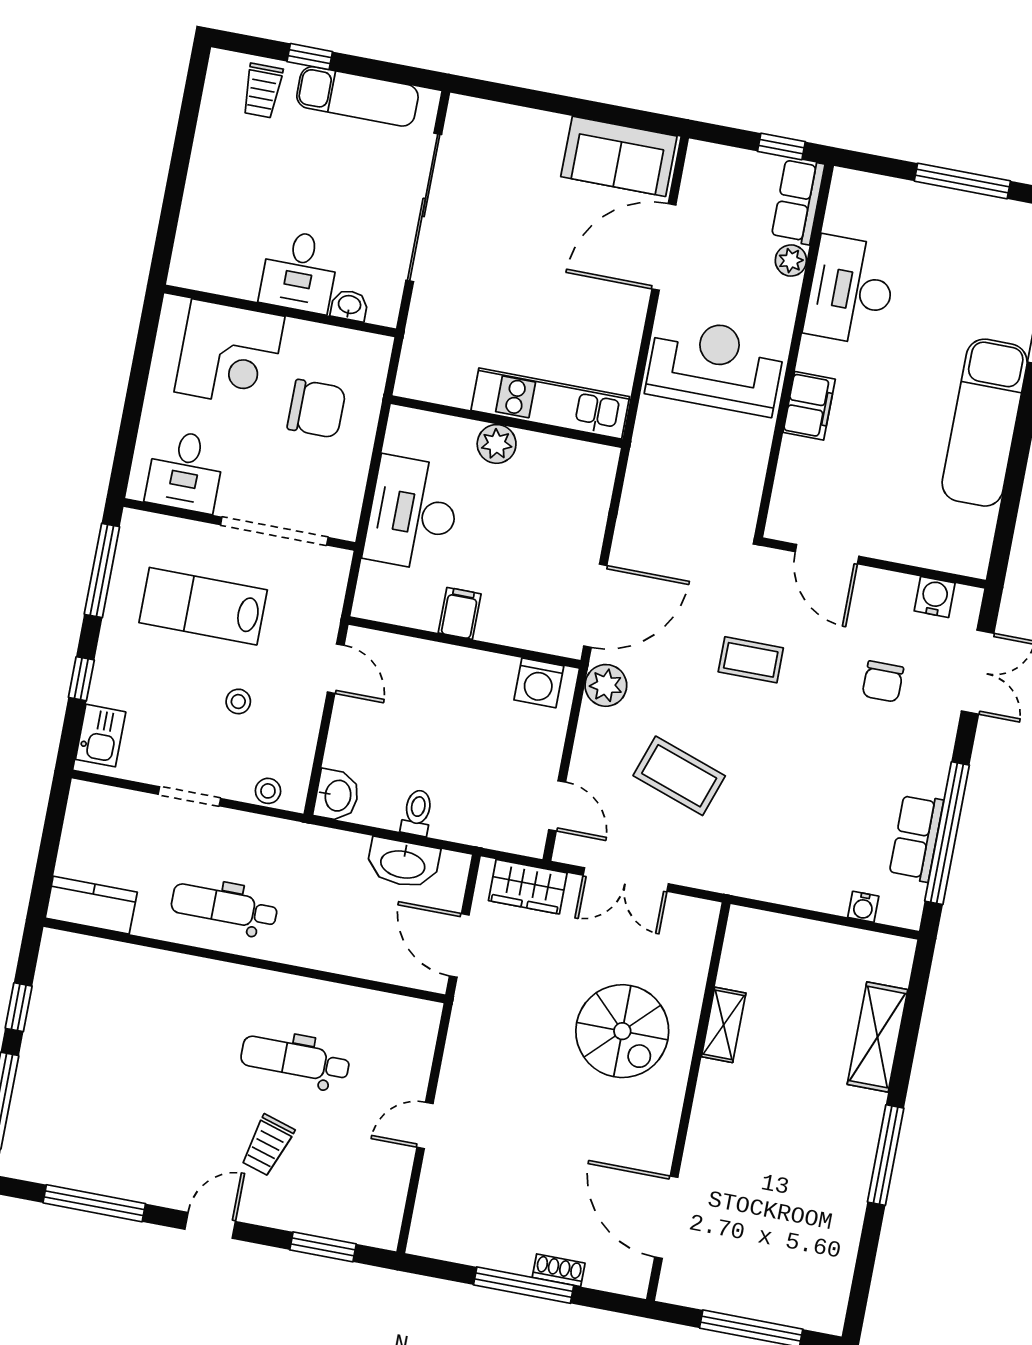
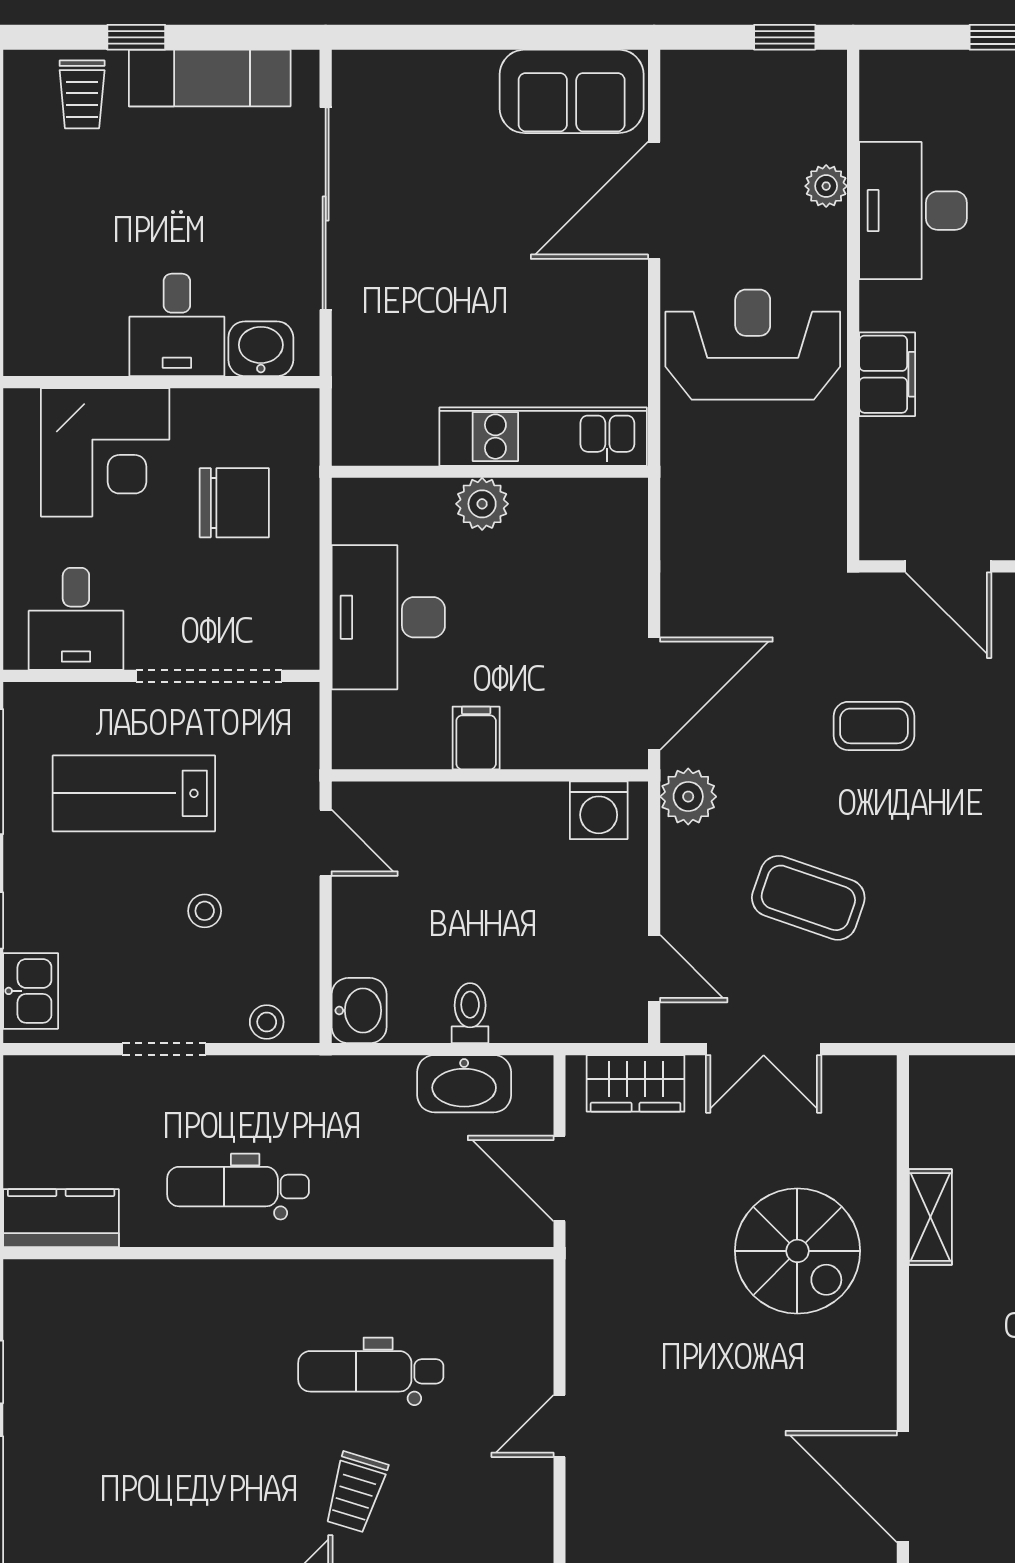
row of seats: (798, 201) -> (821, 105), removed
washbasin: (349, 305) -> (261, 349), width x1.38, depth x1.45

